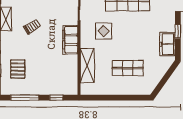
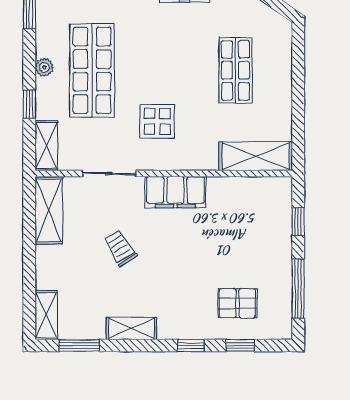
trolley: (32, 27) -> (120, 248), moved
shelving: (87, 65) -> (256, 156), moved

